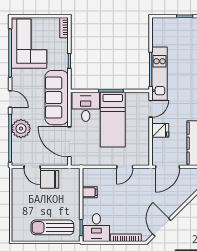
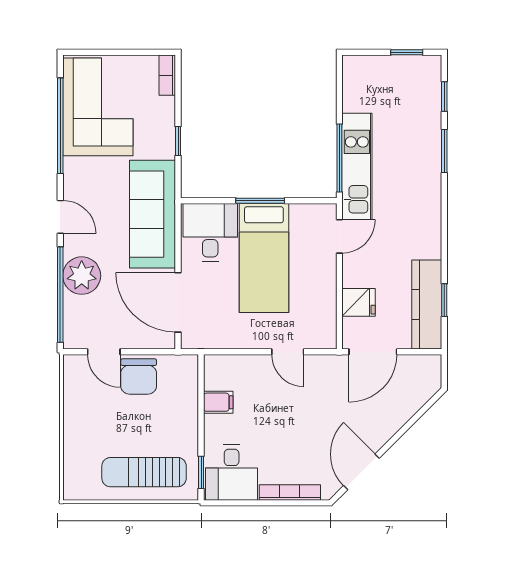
fridge: (160, 130) -> (359, 302), moved
door: (125, 167) -> (288, 352), hinge flipped
chair: (50, 179) -> (139, 376), turned -90

